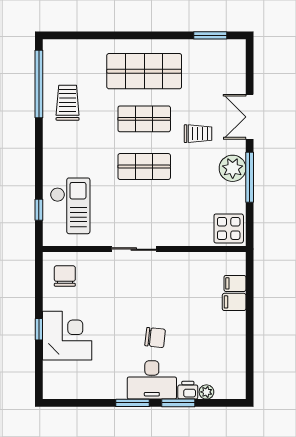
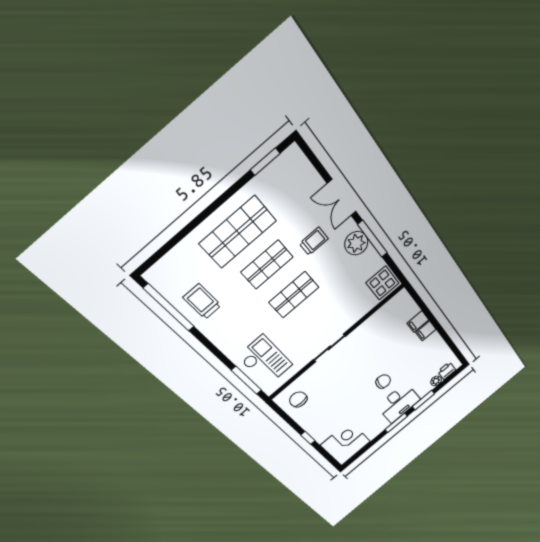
window: (39, 210) -> (246, 380), width x2.17
filing cabinet: (235, 283) -> (426, 331), moved
corner desk: (67, 336) -> (346, 443), moved
printer: (188, 390) -> (447, 371), moved

